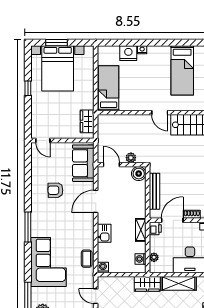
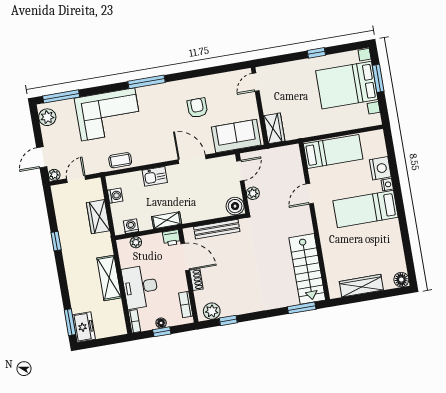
bed: (182, 70) -> (366, 209), moved
door: (160, 113) -> (310, 194), moved
wardrobe: (87, 121) -> (274, 128), moved, turned 90
washing machine: (103, 267) -> (115, 196), moved
wardrobe: (147, 284) -> (98, 217), moved

